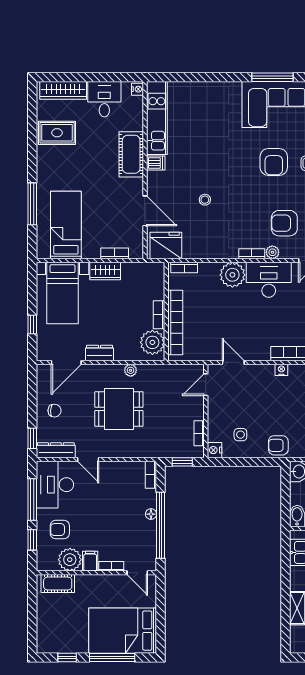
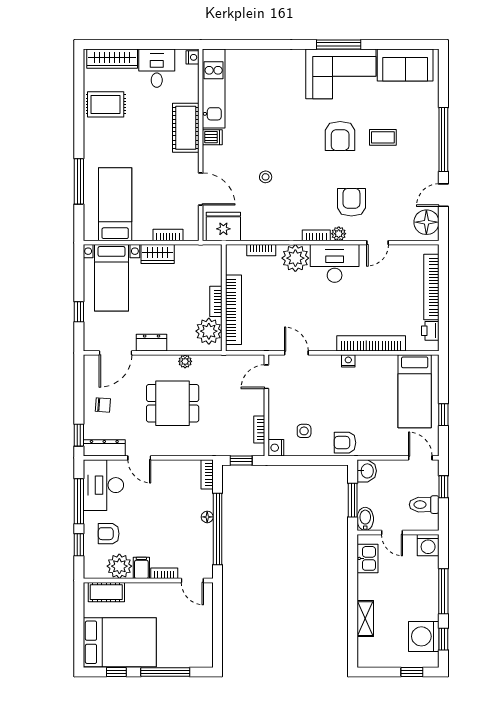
armchair: (284, 223) -> (351, 202), turned 90
bookcase: (184, 267) -> (261, 250), moved
window: (285, 499) -> (353, 500), added
bed: (123, 631) -> (120, 642), moved, turned 180

